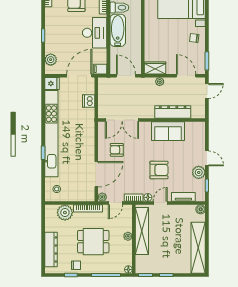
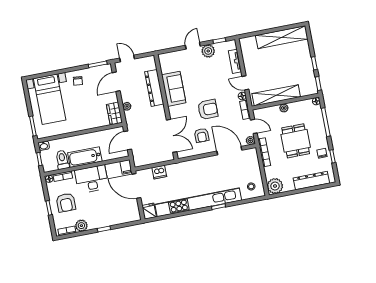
plant: (51, 60) -> (81, 226), moved
armchair: (159, 170) -> (208, 109), moved, turned 90
boiler: (201, 209) -> (244, 42), removed
plant: (65, 213) -> (275, 186), moved

